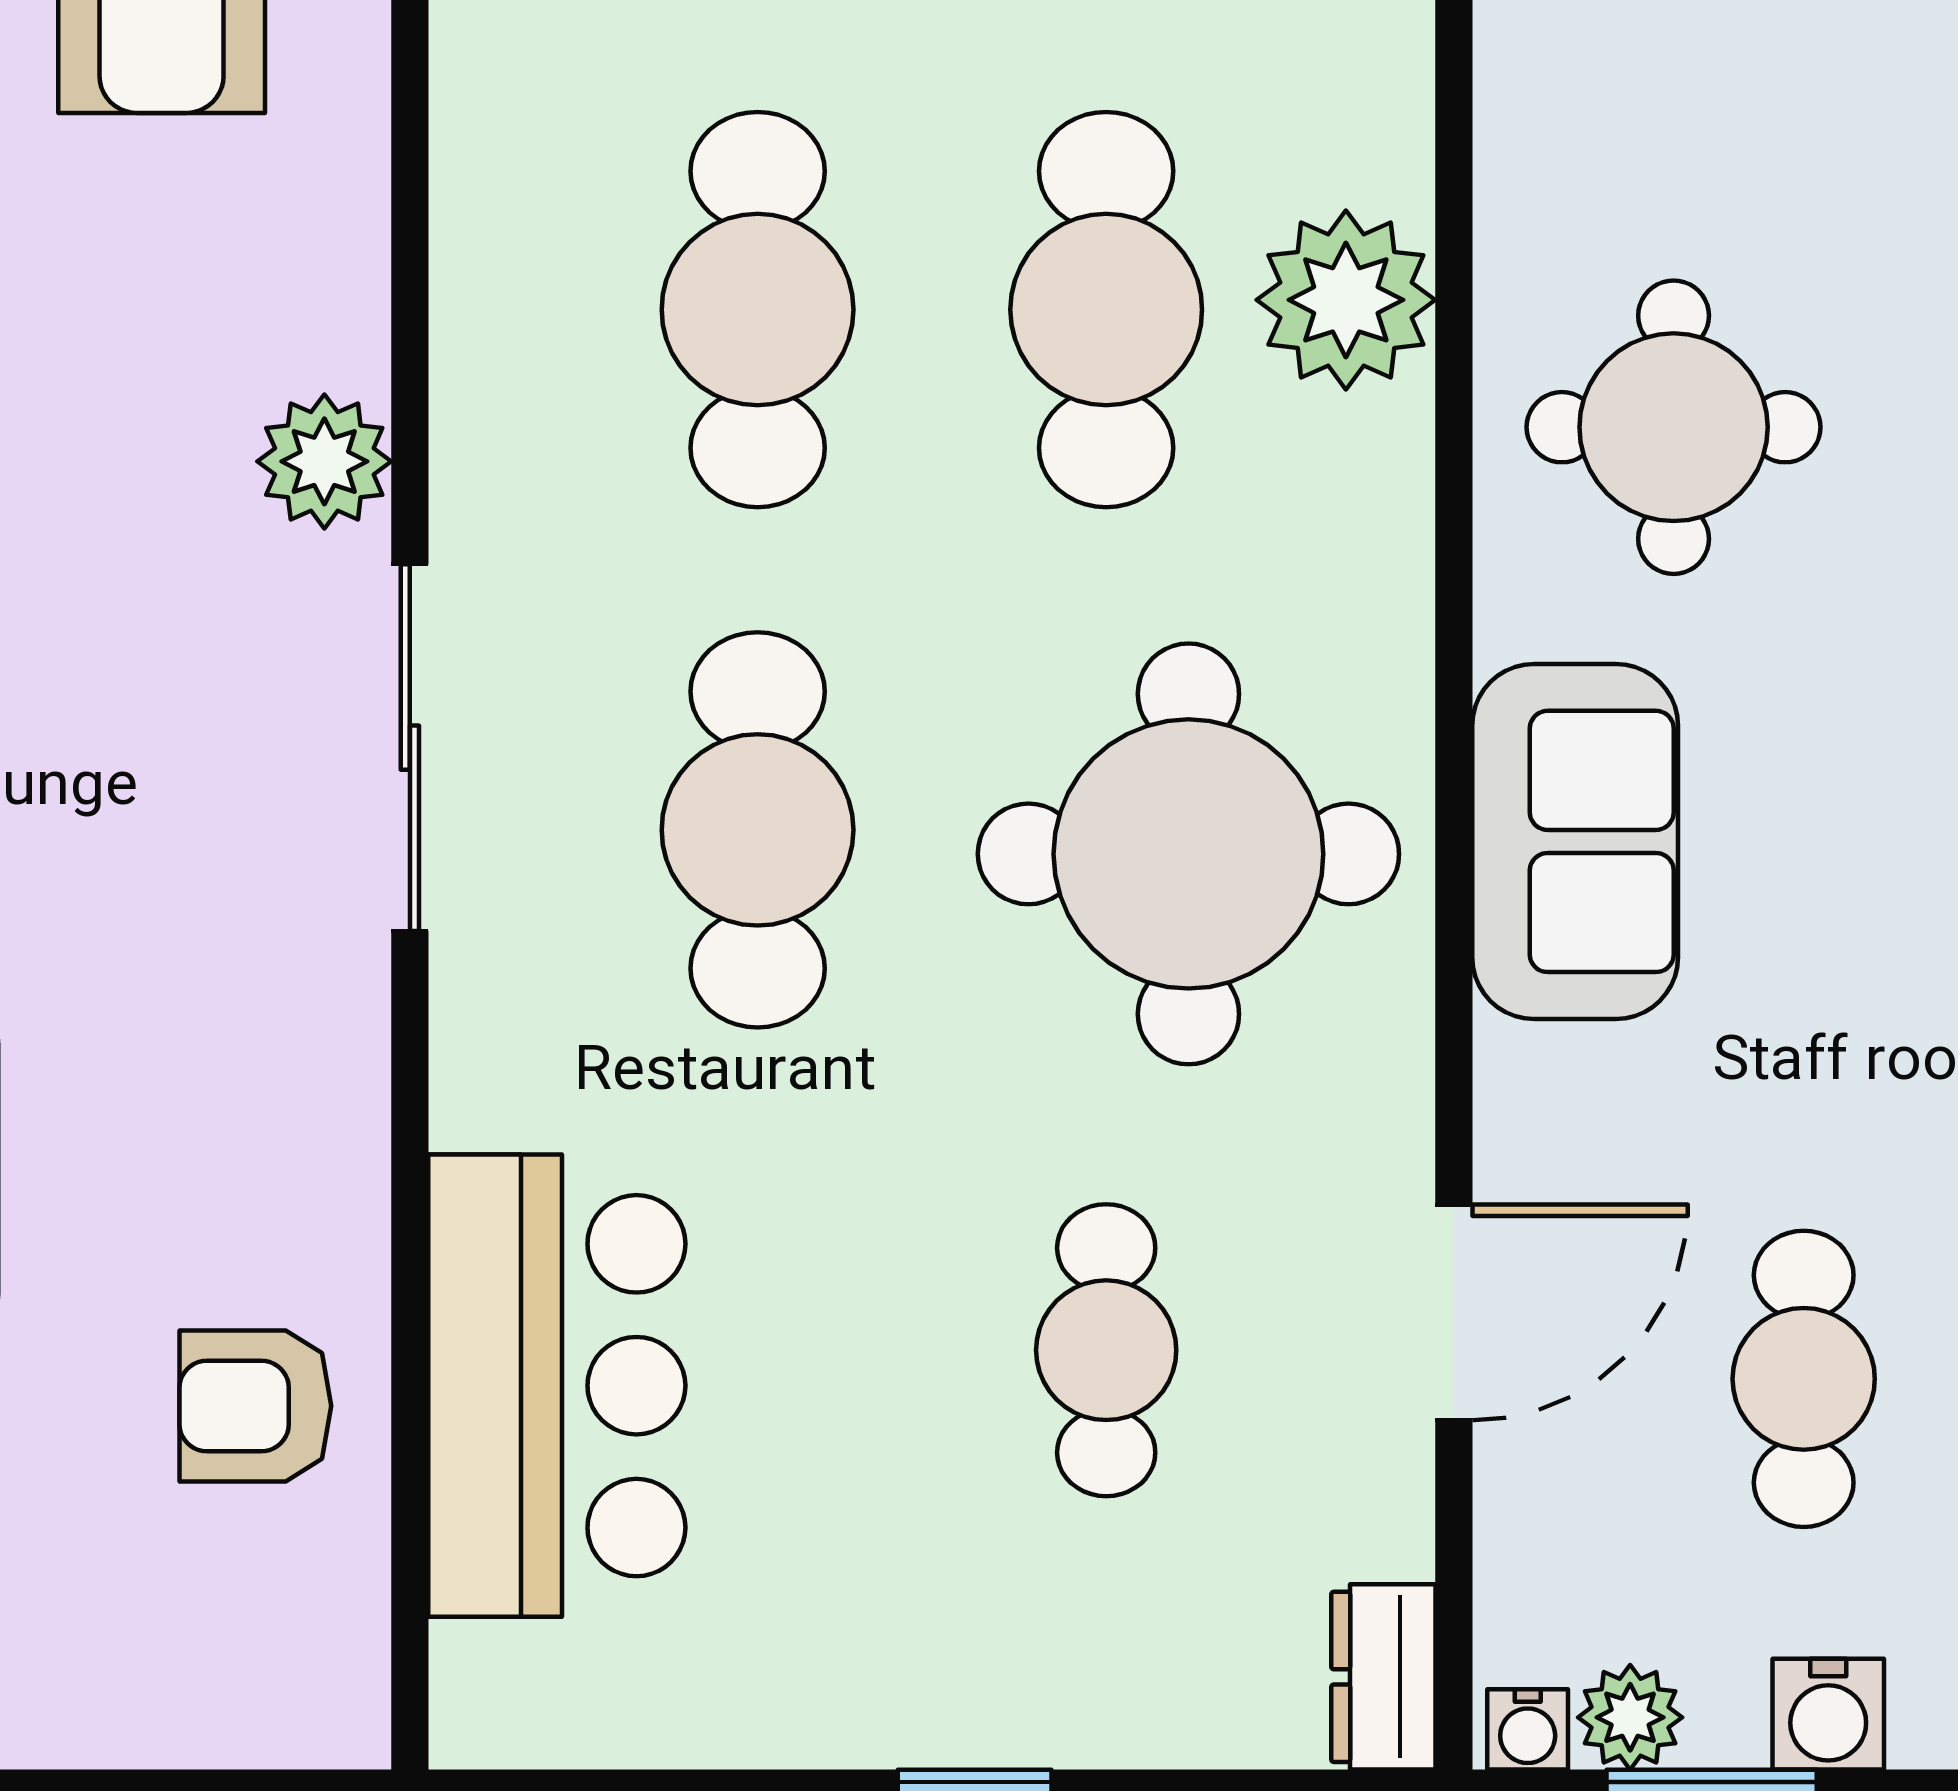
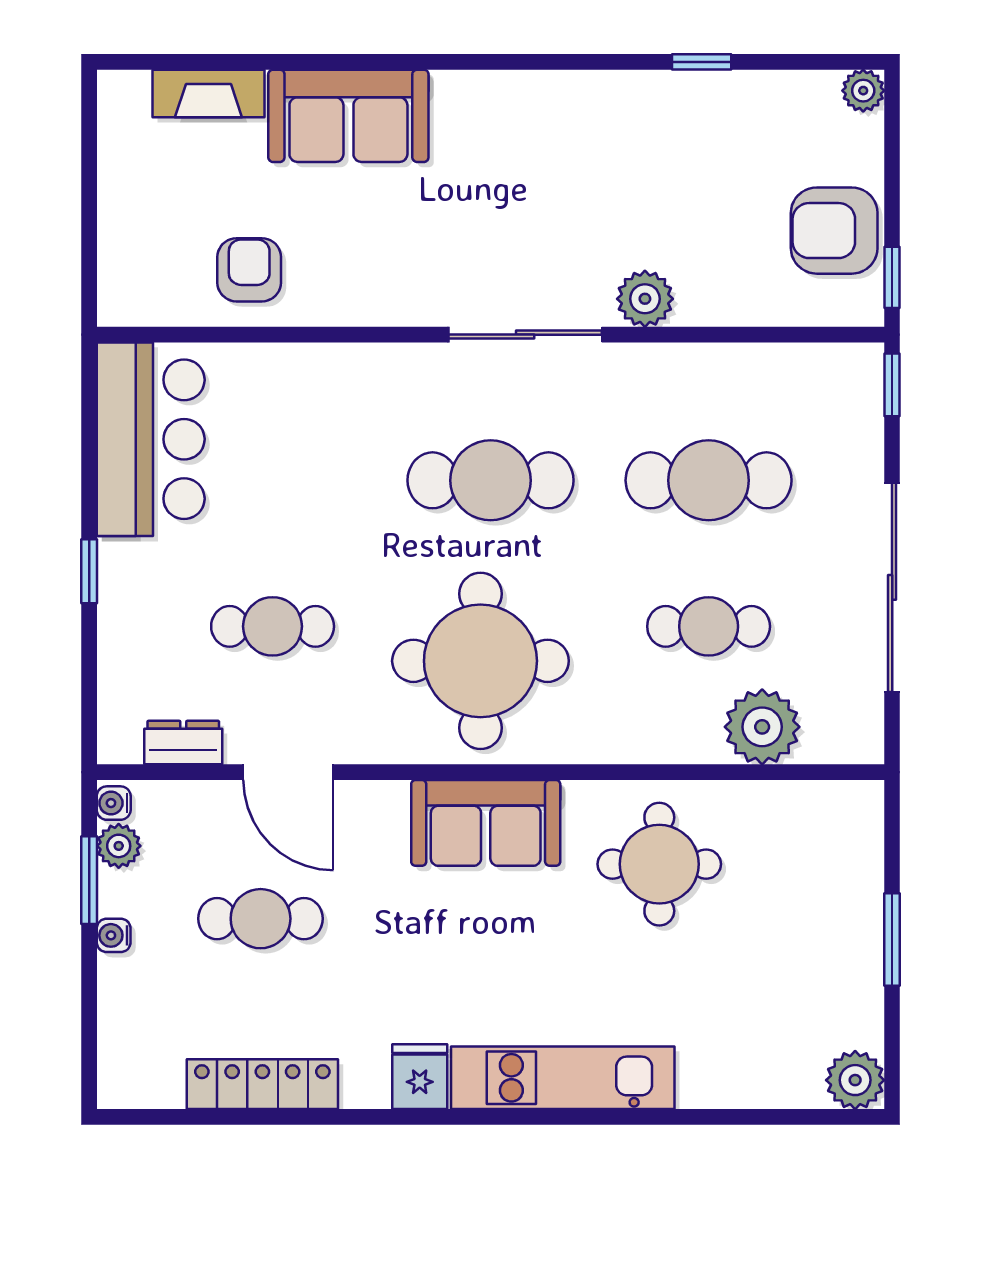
plant: (1346, 300) -> (762, 727), moved
cafe table: (1106, 310) -> (709, 626), width x0.73, depth x0.74
bar counter: (557, 1386) -> (151, 439), moved, turned -90
dresser: (1383, 1677) -> (183, 743), moved
water cooler: (1828, 1714) -> (114, 935), width x0.72, depth x0.72

